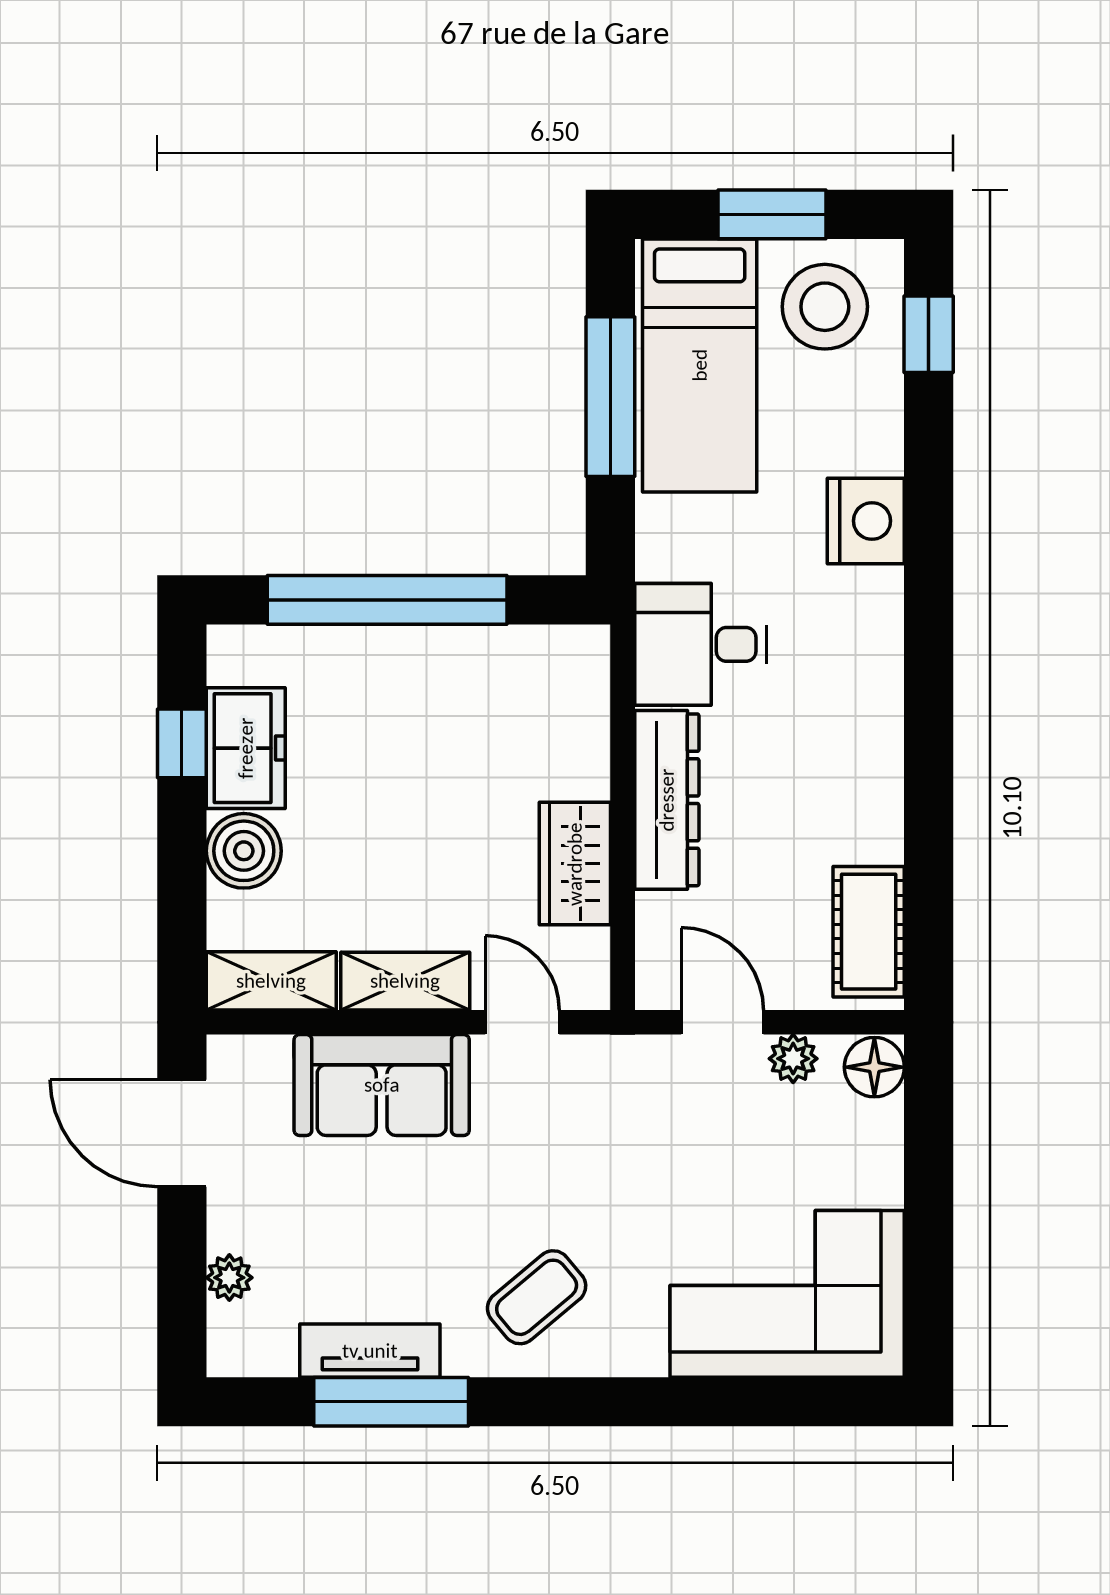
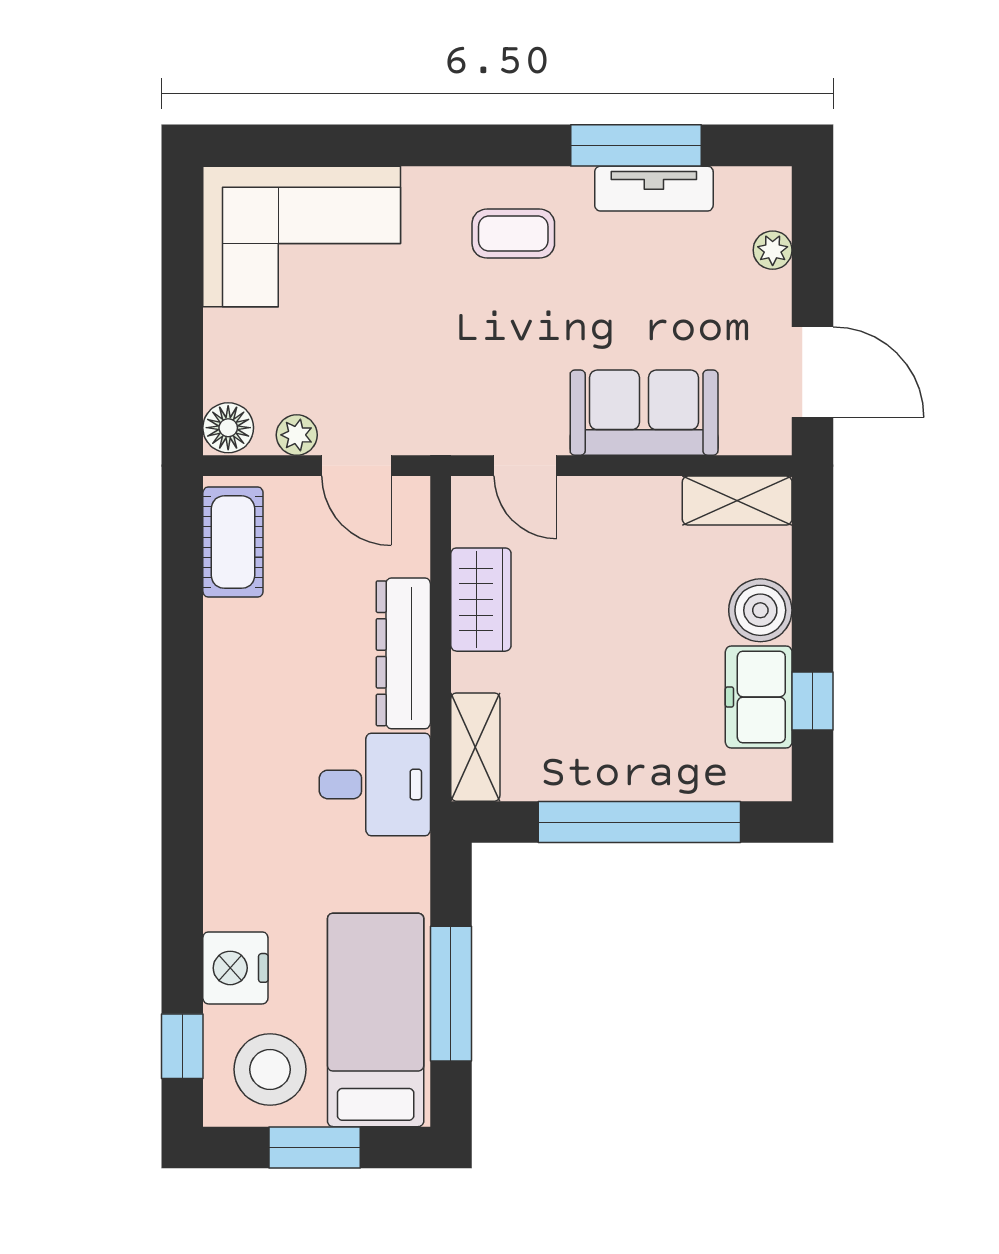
nightstand: (866, 521) -> (235, 968), moved
shelving: (405, 981) -> (475, 747), moved, turned 90
coffee table: (537, 1297) -> (513, 234), turned 40

